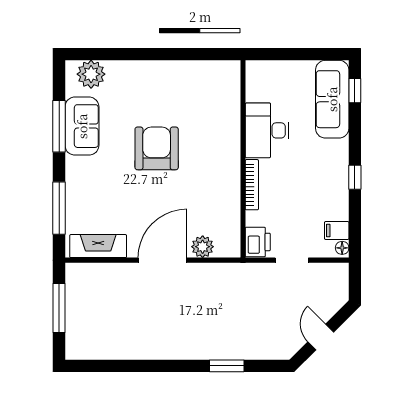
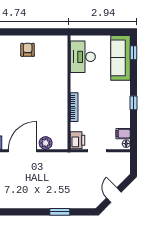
desk: (267, 130) -> (83, 57), moved
armchair: (157, 148) -> (28, 50), moved, width x0.53, depth x0.53

